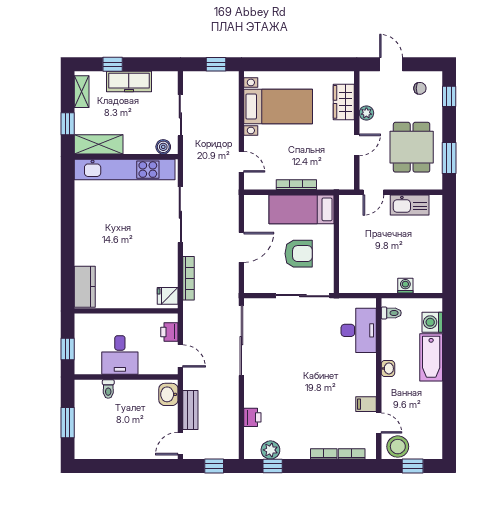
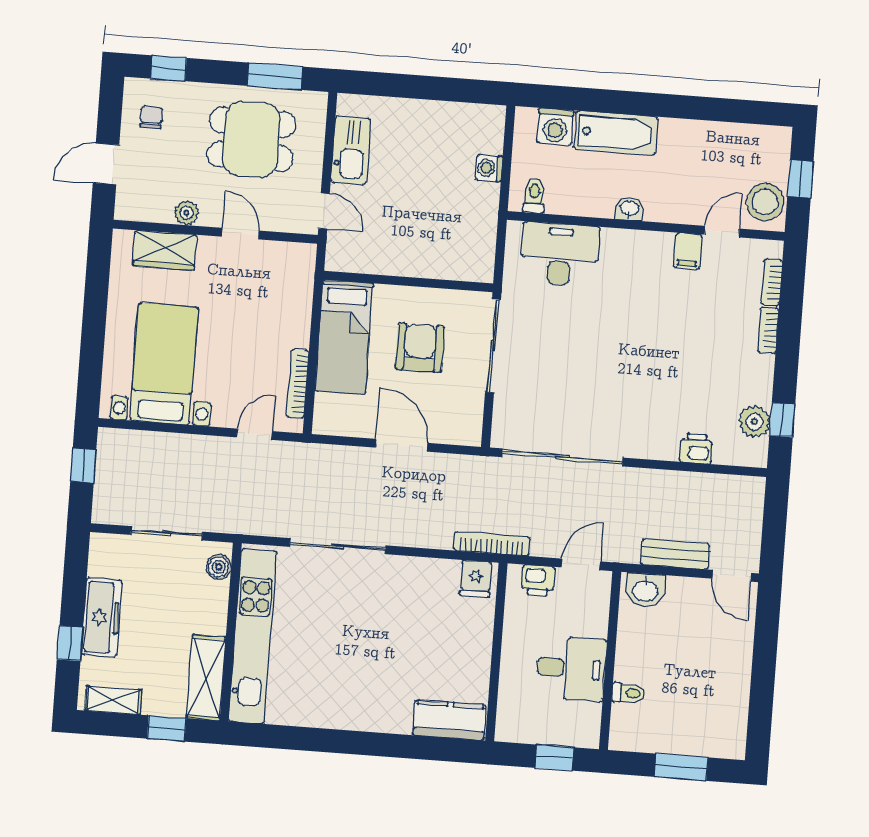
bookcase: (296, 185) -> (298, 384), moved
bookcase: (189, 278) -> (492, 544), moved
window: (214, 466) -> (775, 521), removed

